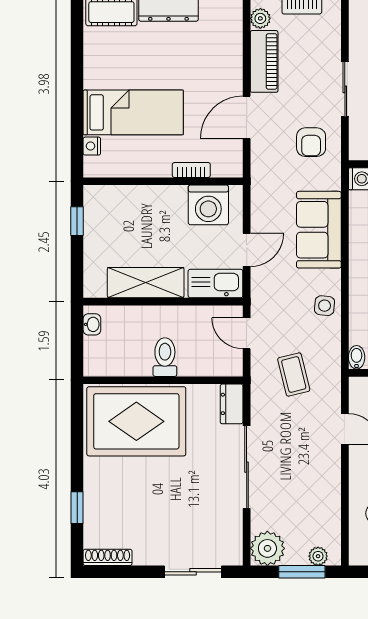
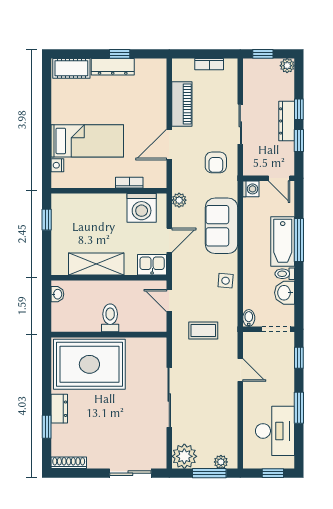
plant: (260, 18) -> (179, 200), moved
kitchen sink: (215, 284) -> (152, 265), width x0.73
coffee table: (294, 375) -> (203, 330), turned -76
dresser: (232, 404) -> (59, 409), moved, turned 180

